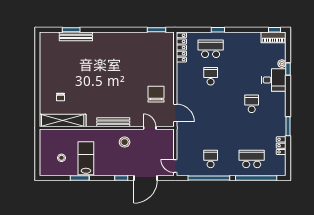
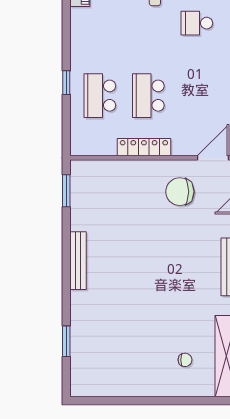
bench: (76, 36) -> (78, 261), moved
locker: (181, 48) -> (144, 147), moved
school desk: (211, 76) -> (148, 96), width x1.85

